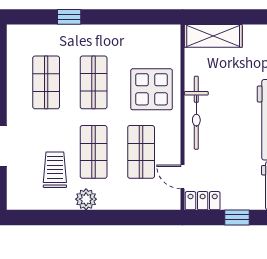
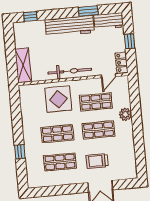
trolley: (55, 170) -> (97, 161), moved
plant: (86, 199) -> (125, 114), moved

